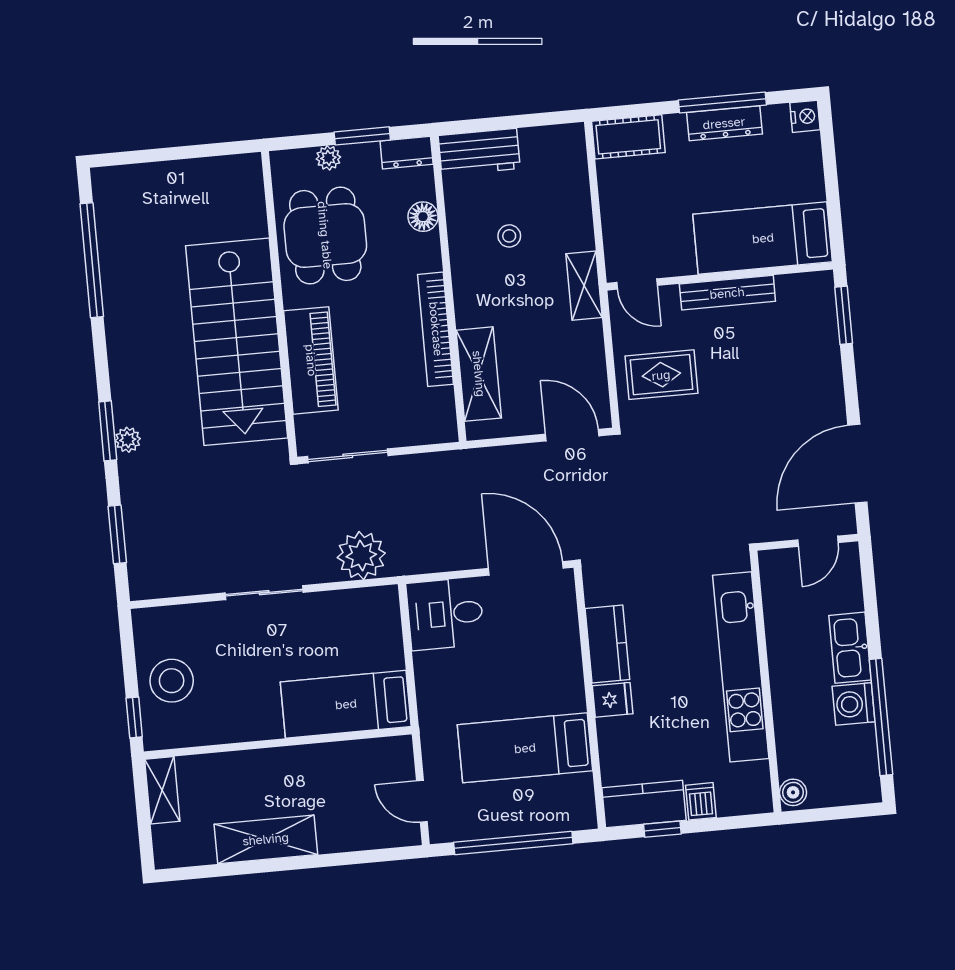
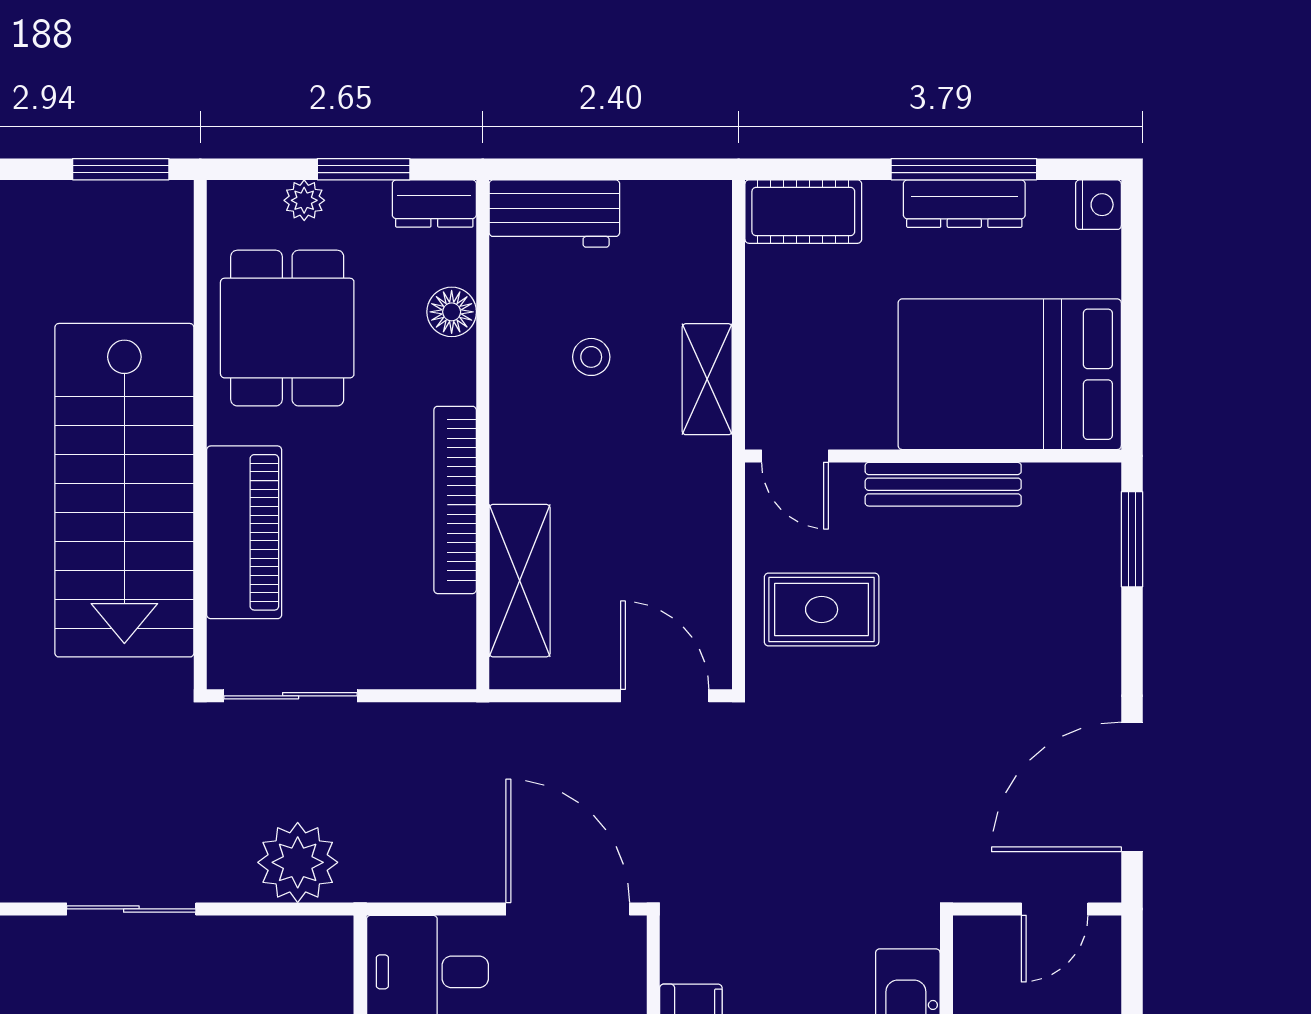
window: (217, 149) -> (121, 169), added
bed: (763, 238) -> (1010, 374), width x1.50
shelving: (584, 286) -> (707, 379), moved

